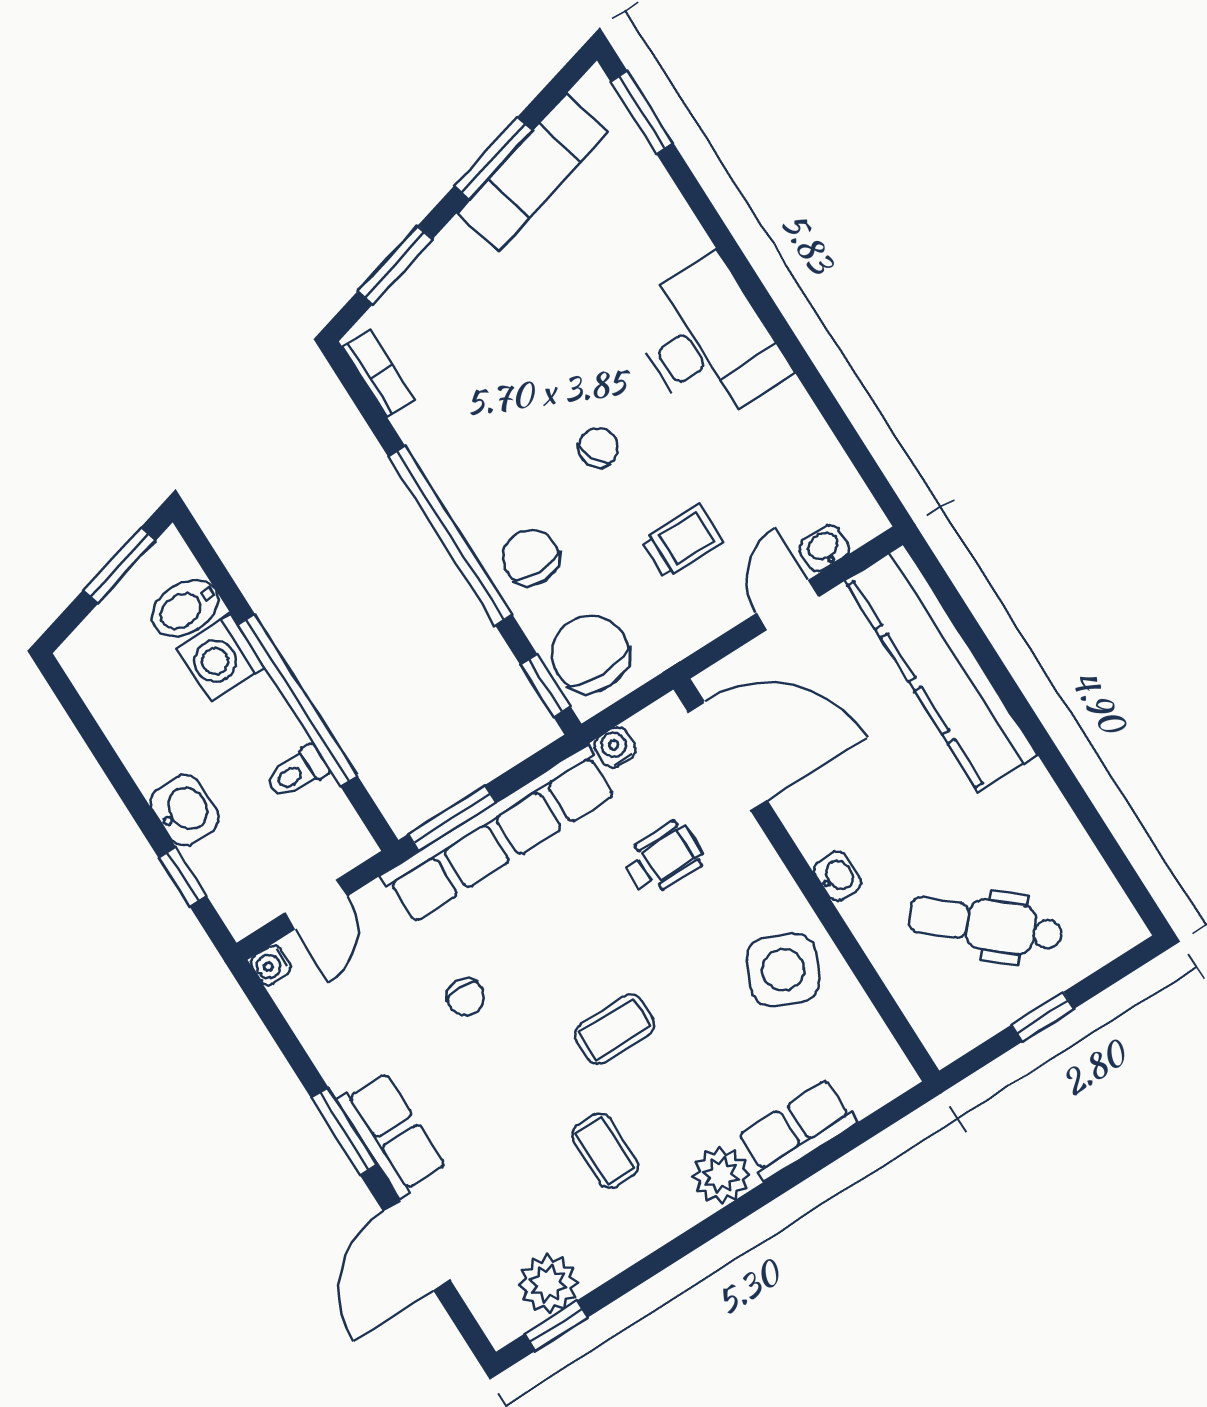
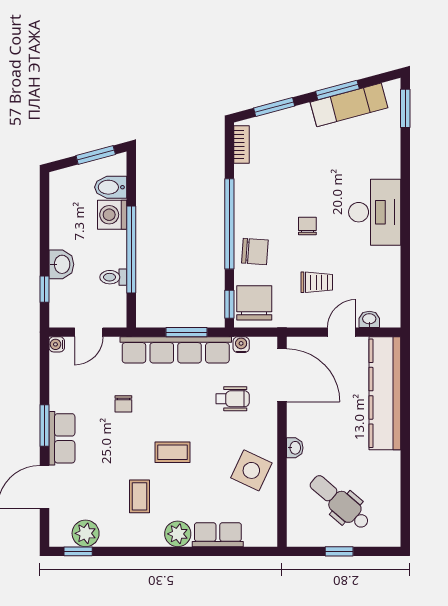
chair: (598, 447) -> (307, 226), turned -65
chair: (531, 557) -> (255, 252), turned 94
window: (452, 818) -> (187, 332), moved

